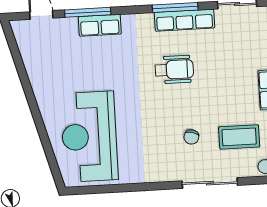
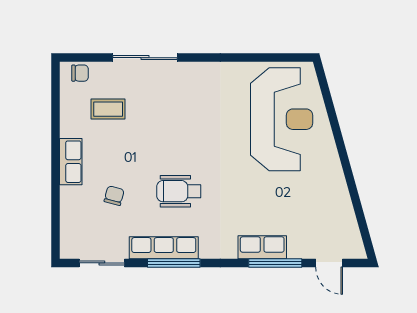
chair: (191, 137) -> (114, 196), moved
coffee table: (239, 137) -> (108, 109), width x0.73, depth x0.77

